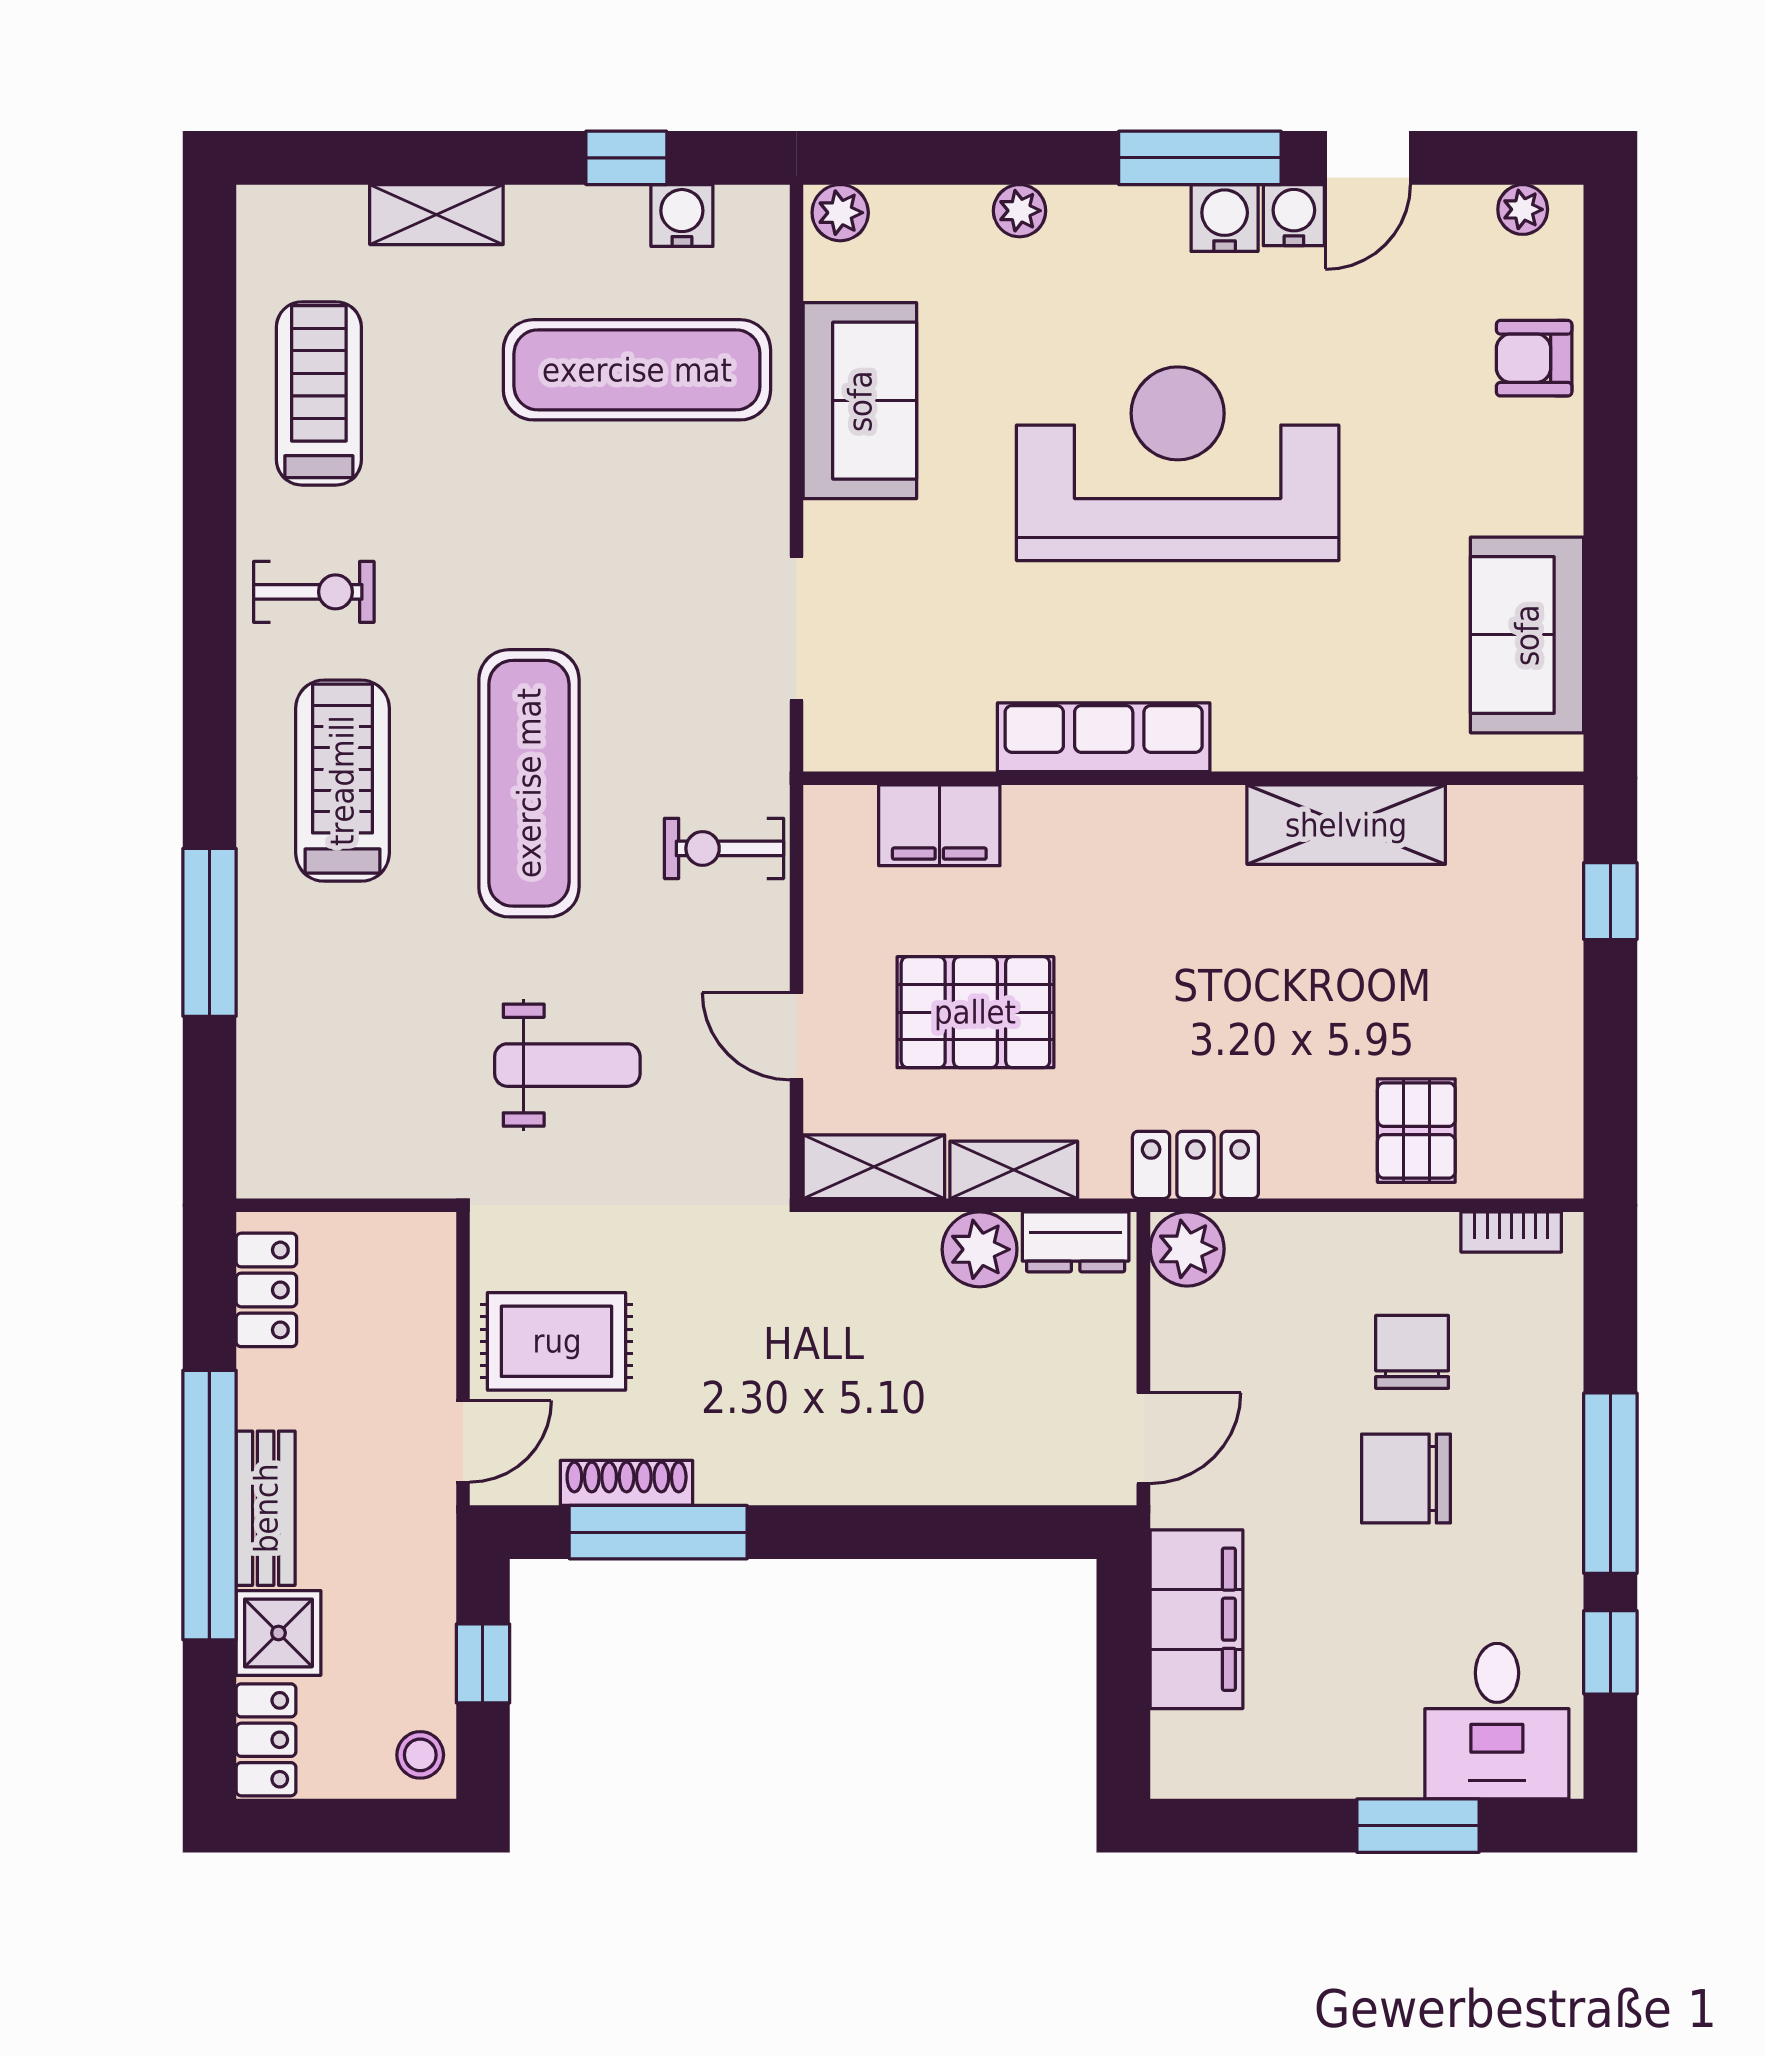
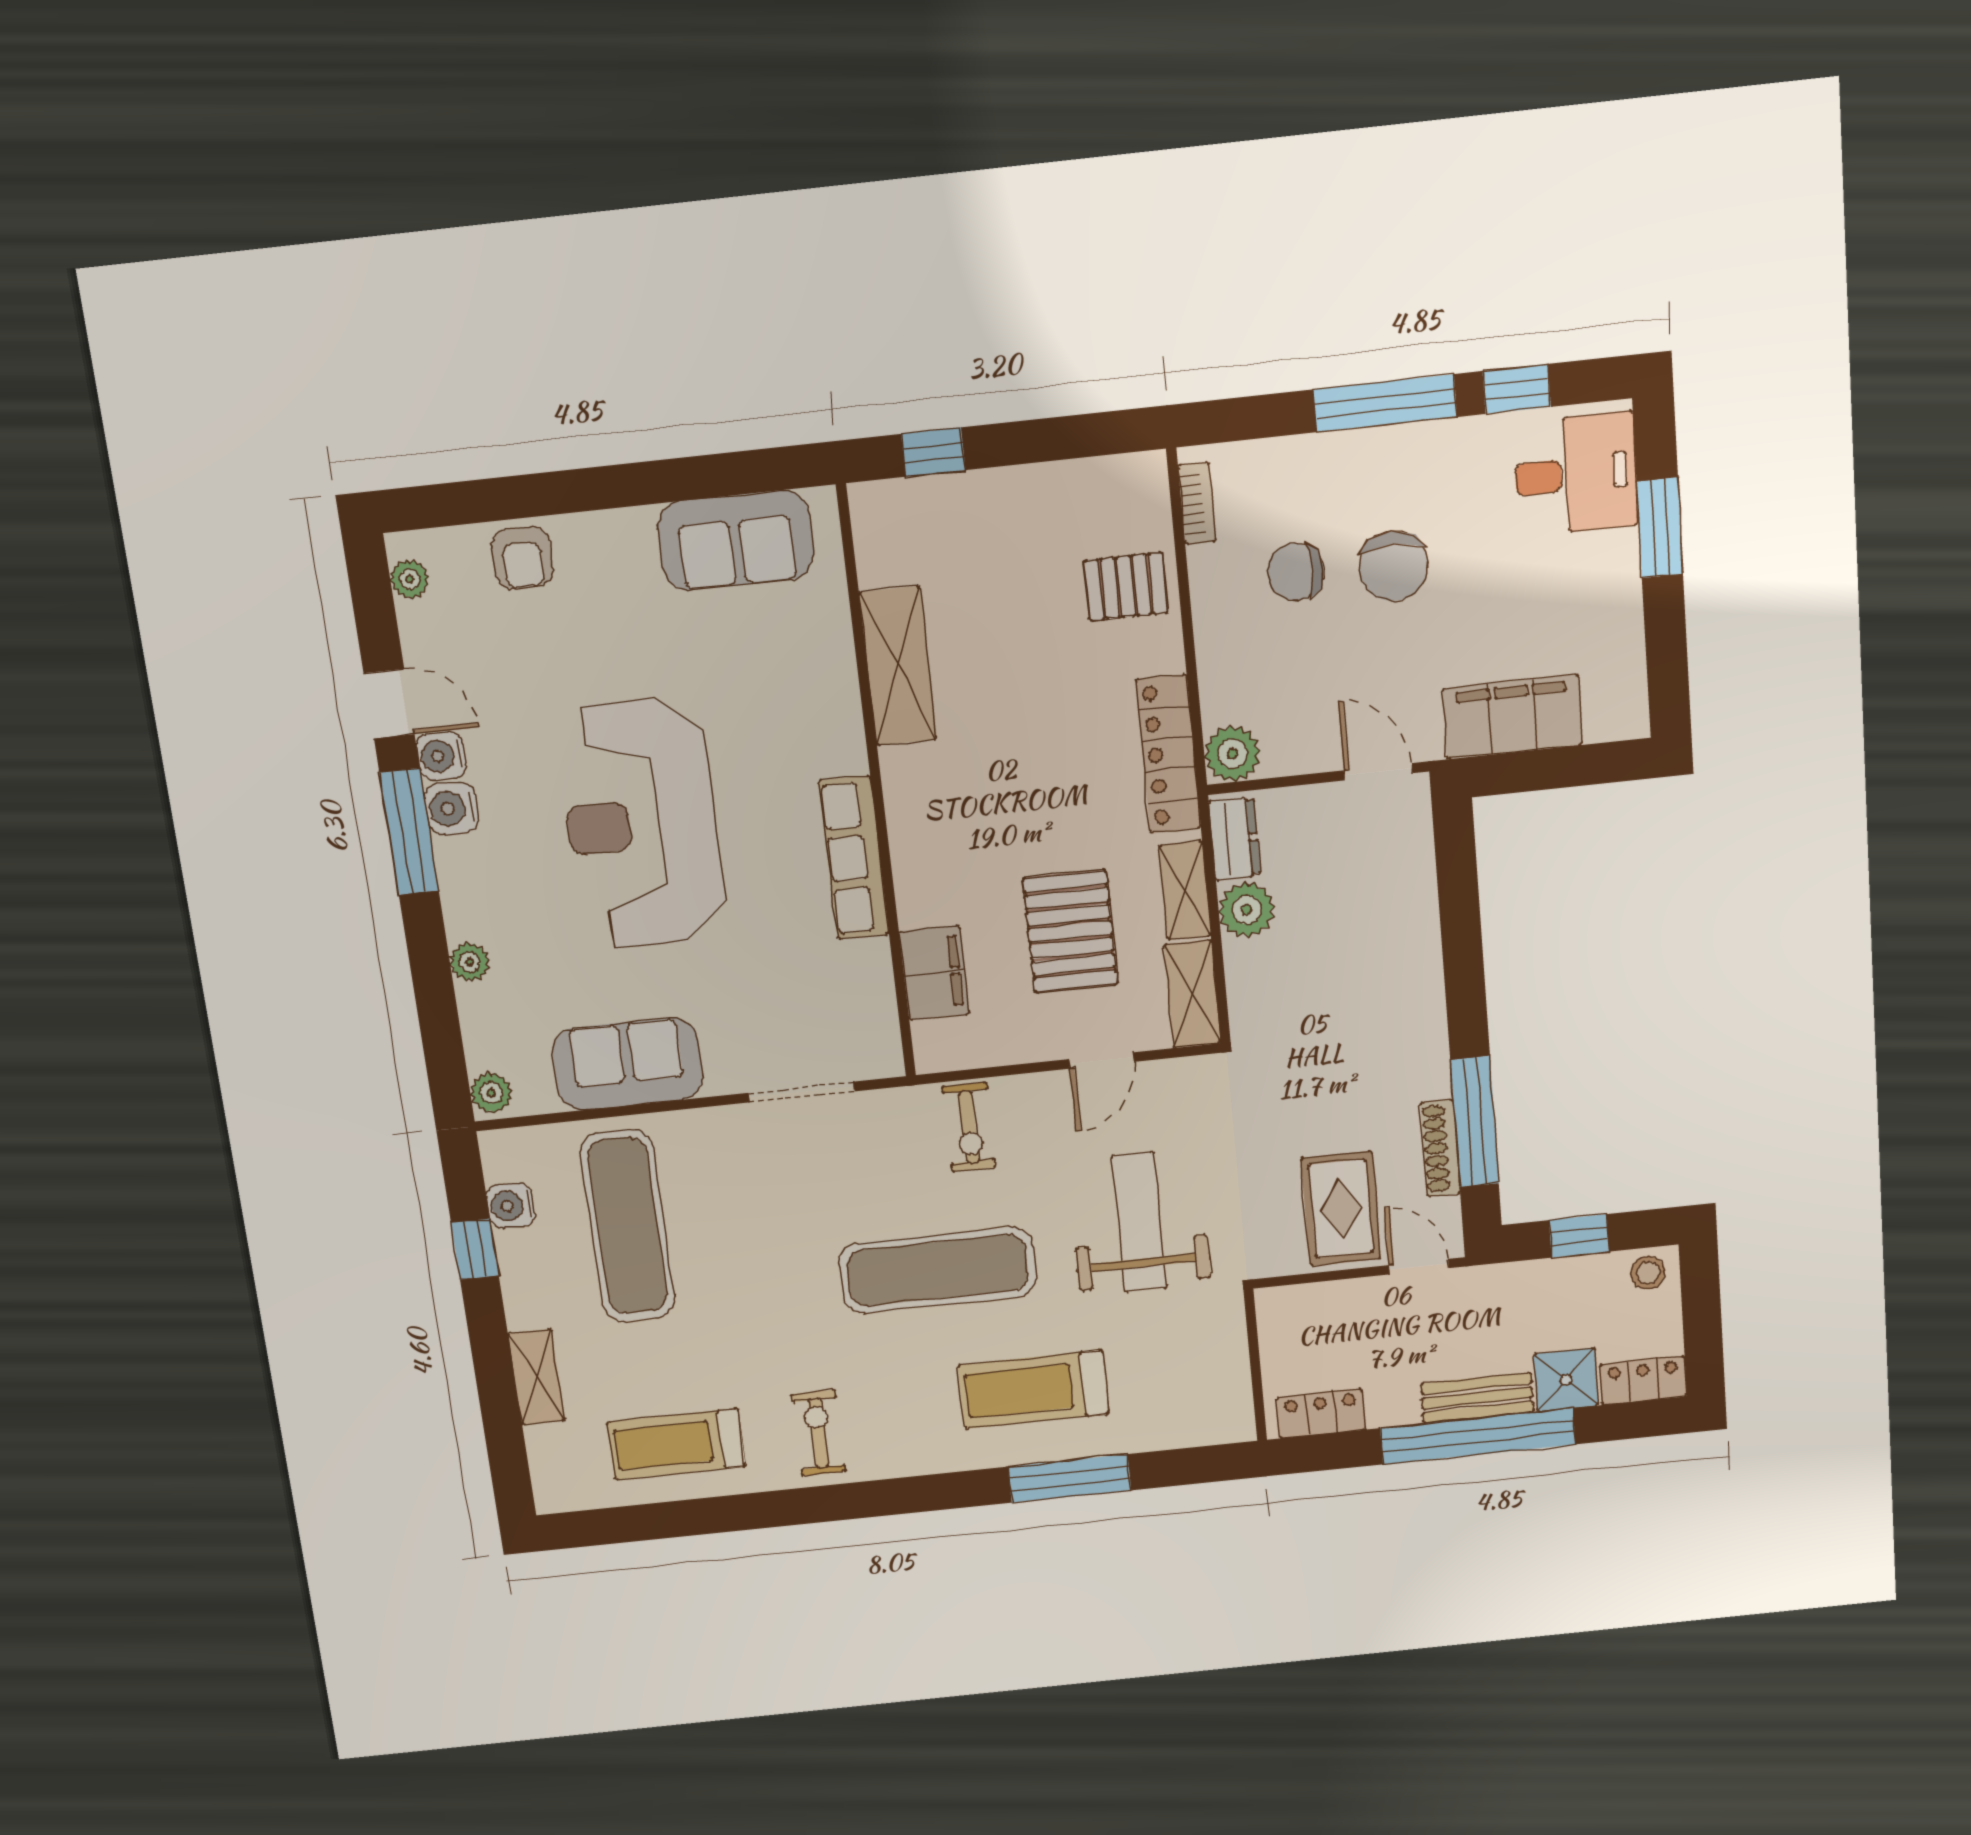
treadmill: (342, 781) -> (1033, 1389), moved
weight bench: (567, 1065) -> (1139, 1222), width x1.36, depth x1.33
locker: (1195, 1165) -> (1168, 754), width x1.53

